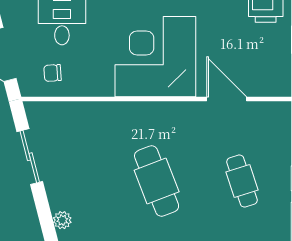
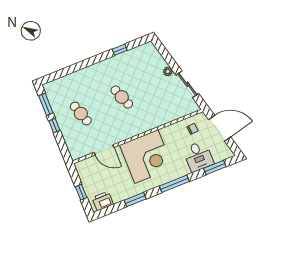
cafe table: (157, 181) -> (122, 97), width x0.73, depth x0.74
plant: (62, 220) -> (168, 71), moved

